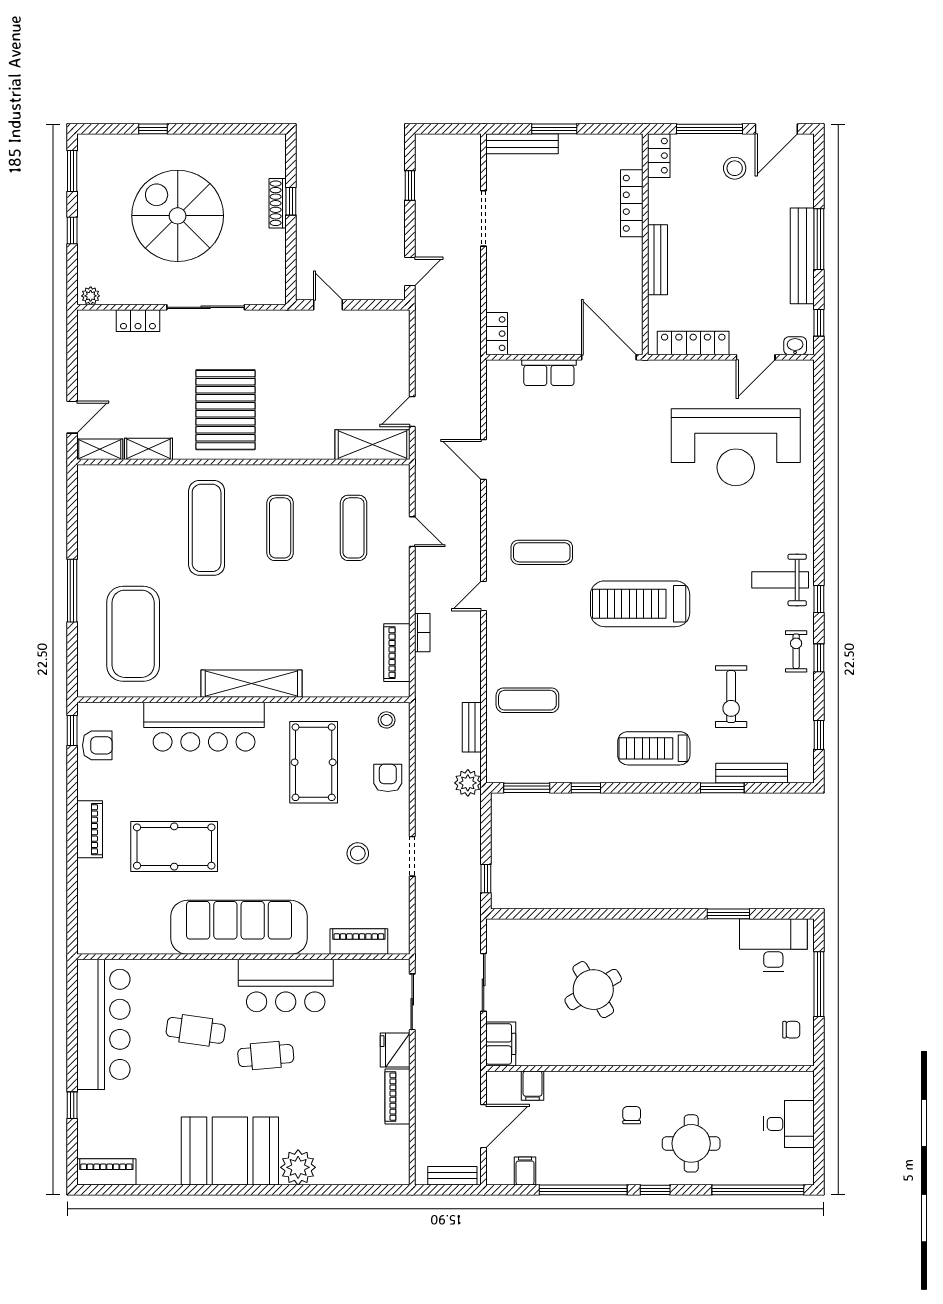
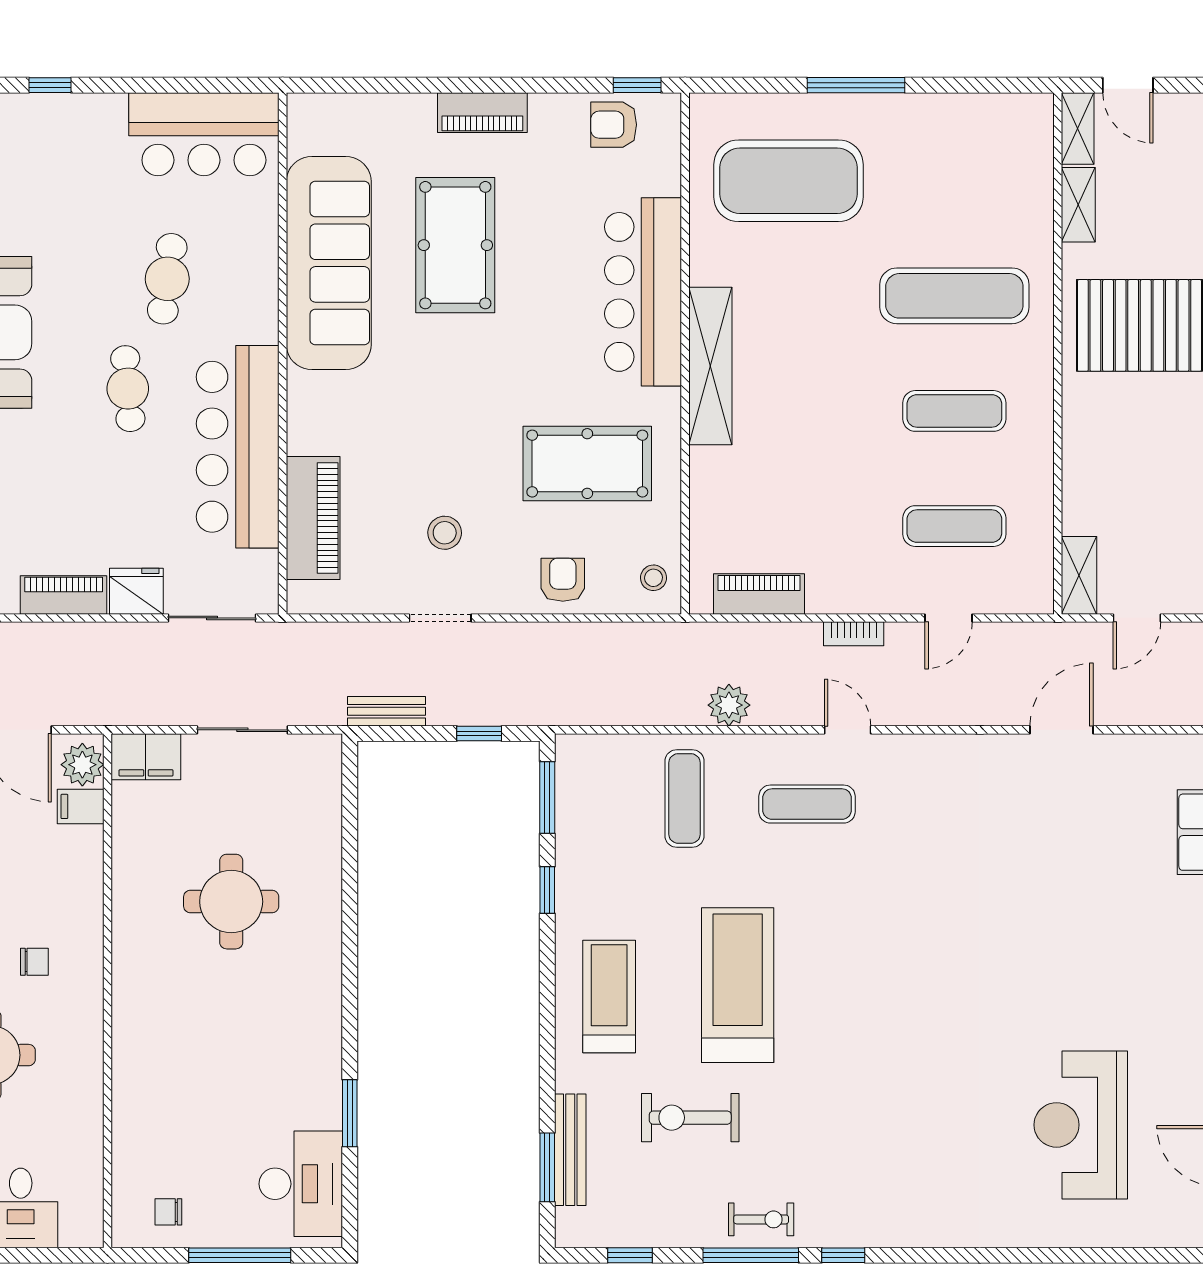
door: (412, 411) -> (1137, 618), swing flipped
shelving: (372, 445) -> (1079, 575), width x0.67, depth x0.75
reception desk: (736, 447) -> (1081, 1125), width x0.74, depth x0.77
exercise mat: (542, 552) -> (807, 804), moved, turned 90
weight bench: (780, 580) -> (873, 1195), removed
treadmill: (640, 604) -> (738, 985), moved
bookcase: (422, 633) -> (854, 634), moved
window: (819, 658) -> (751, 1255), width x2.17
bench: (472, 727) -> (386, 711), moved
armchair: (97, 745) -> (614, 125), turned 90
armchair: (388, 778) -> (563, 580), turned -90
plant: (468, 783) -> (729, 705), moved
window: (722, 788) -> (547, 1167), moved
window: (486, 879) -> (479, 734), moved
sofa: (239, 927) -> (329, 263), moved
piano: (359, 941) -> (313, 518), width x1.37, depth x1.33
bar counter: (286, 985) -> (238, 447), width x1.36
round table: (593, 990) -> (231, 902), turned 31
bar counter: (103, 1024) -> (204, 134), width x0.73
chair: (791, 1030) -> (168, 1212), turned 90
plant: (506, 1085) -> (82, 765), added

